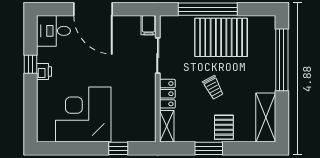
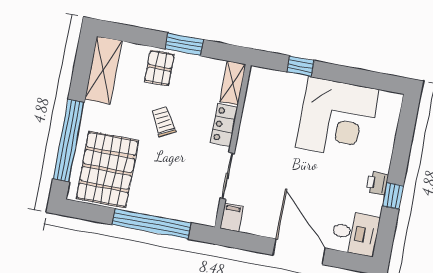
pallet: (221, 37) -> (107, 169), moved, turned 90

